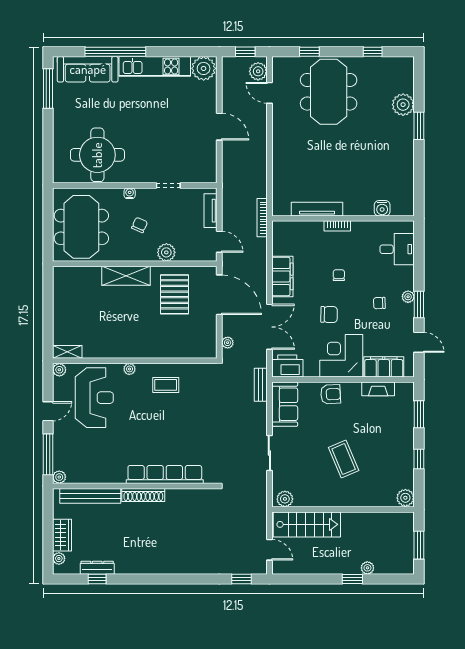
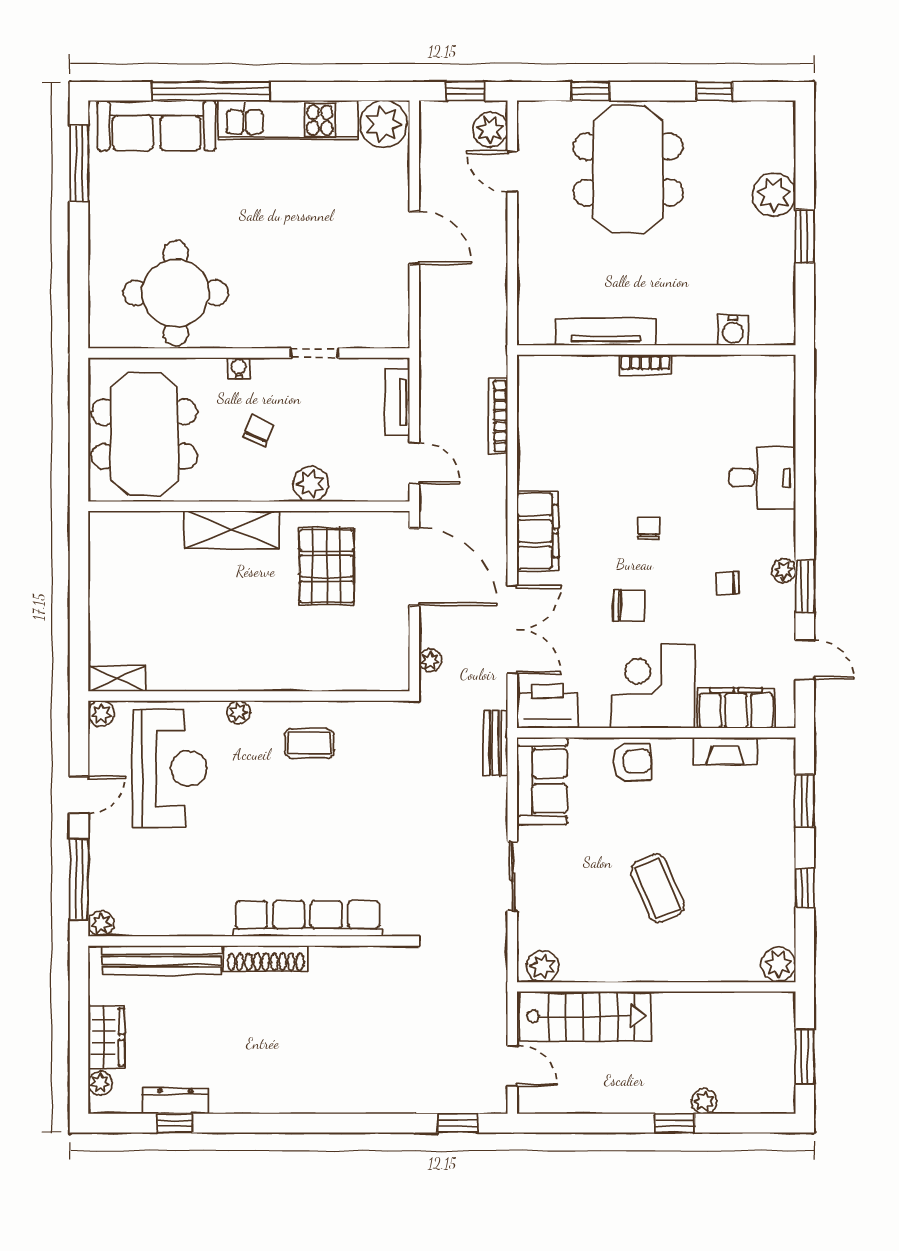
water cooler: (382, 208) -> (733, 330), moved
tv unit: (317, 209) -> (606, 332), moved
wall: (343, 218) -> (656, 350), moved
bookcase: (337, 226) -> (645, 365), moved

